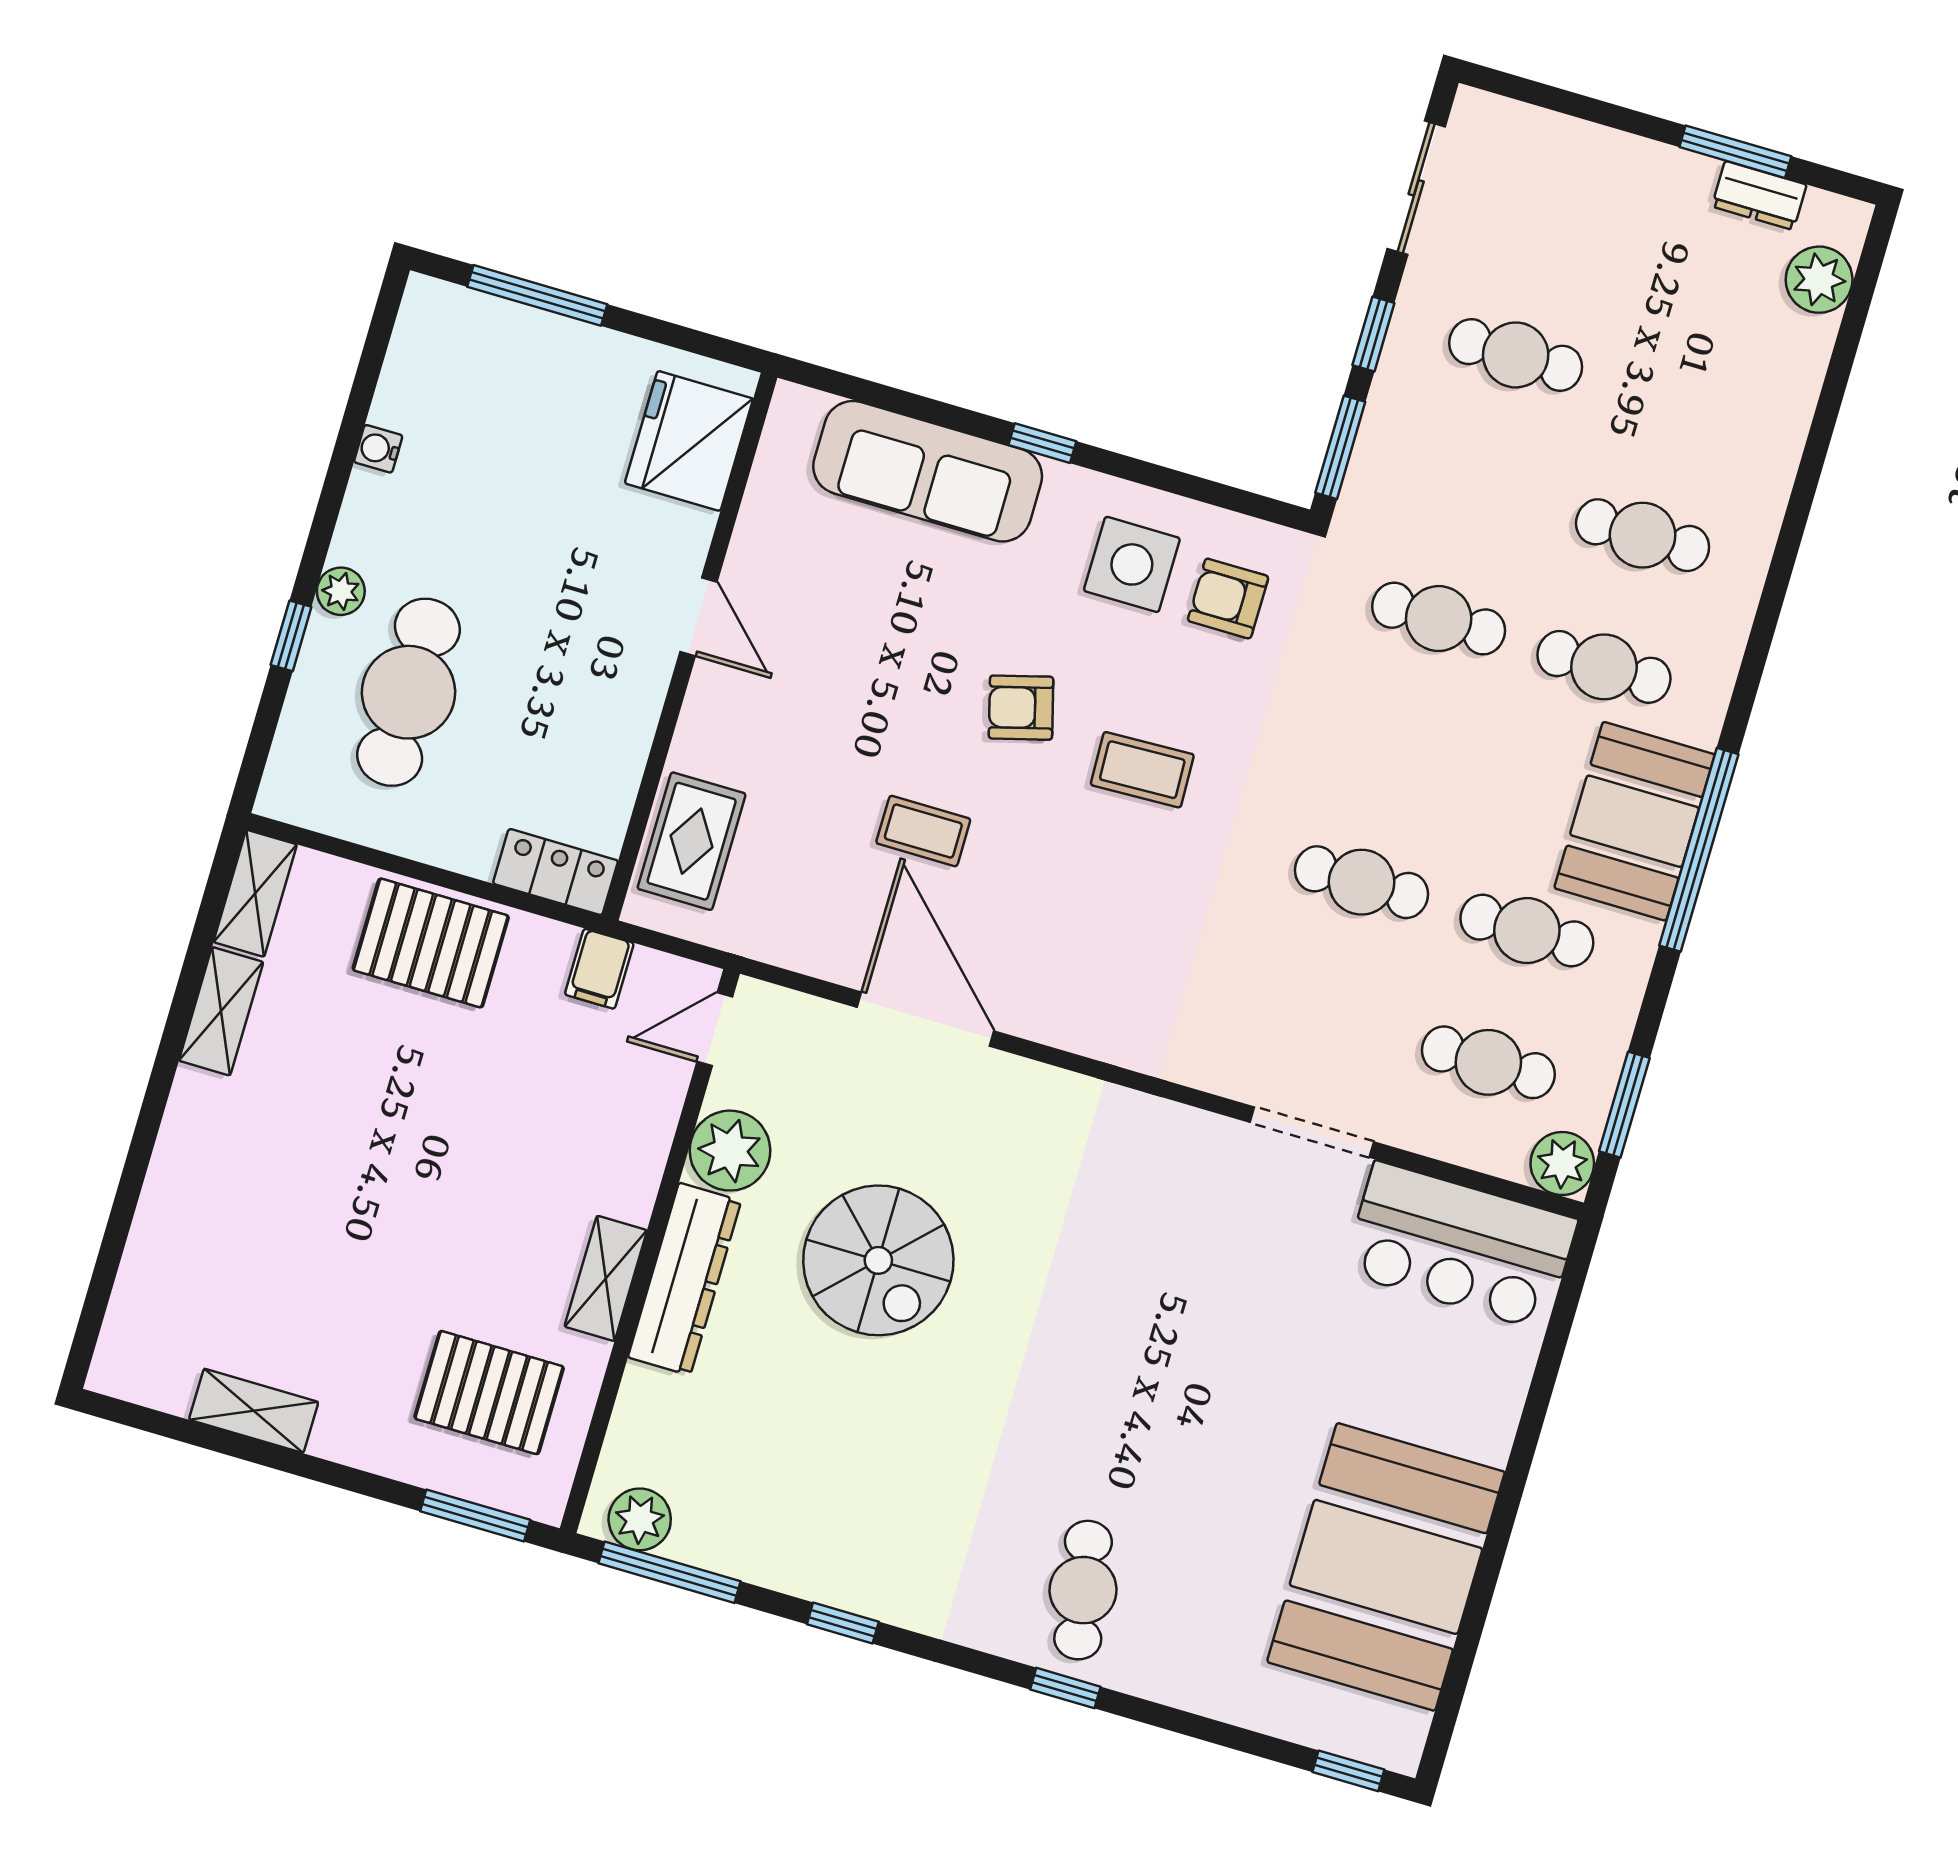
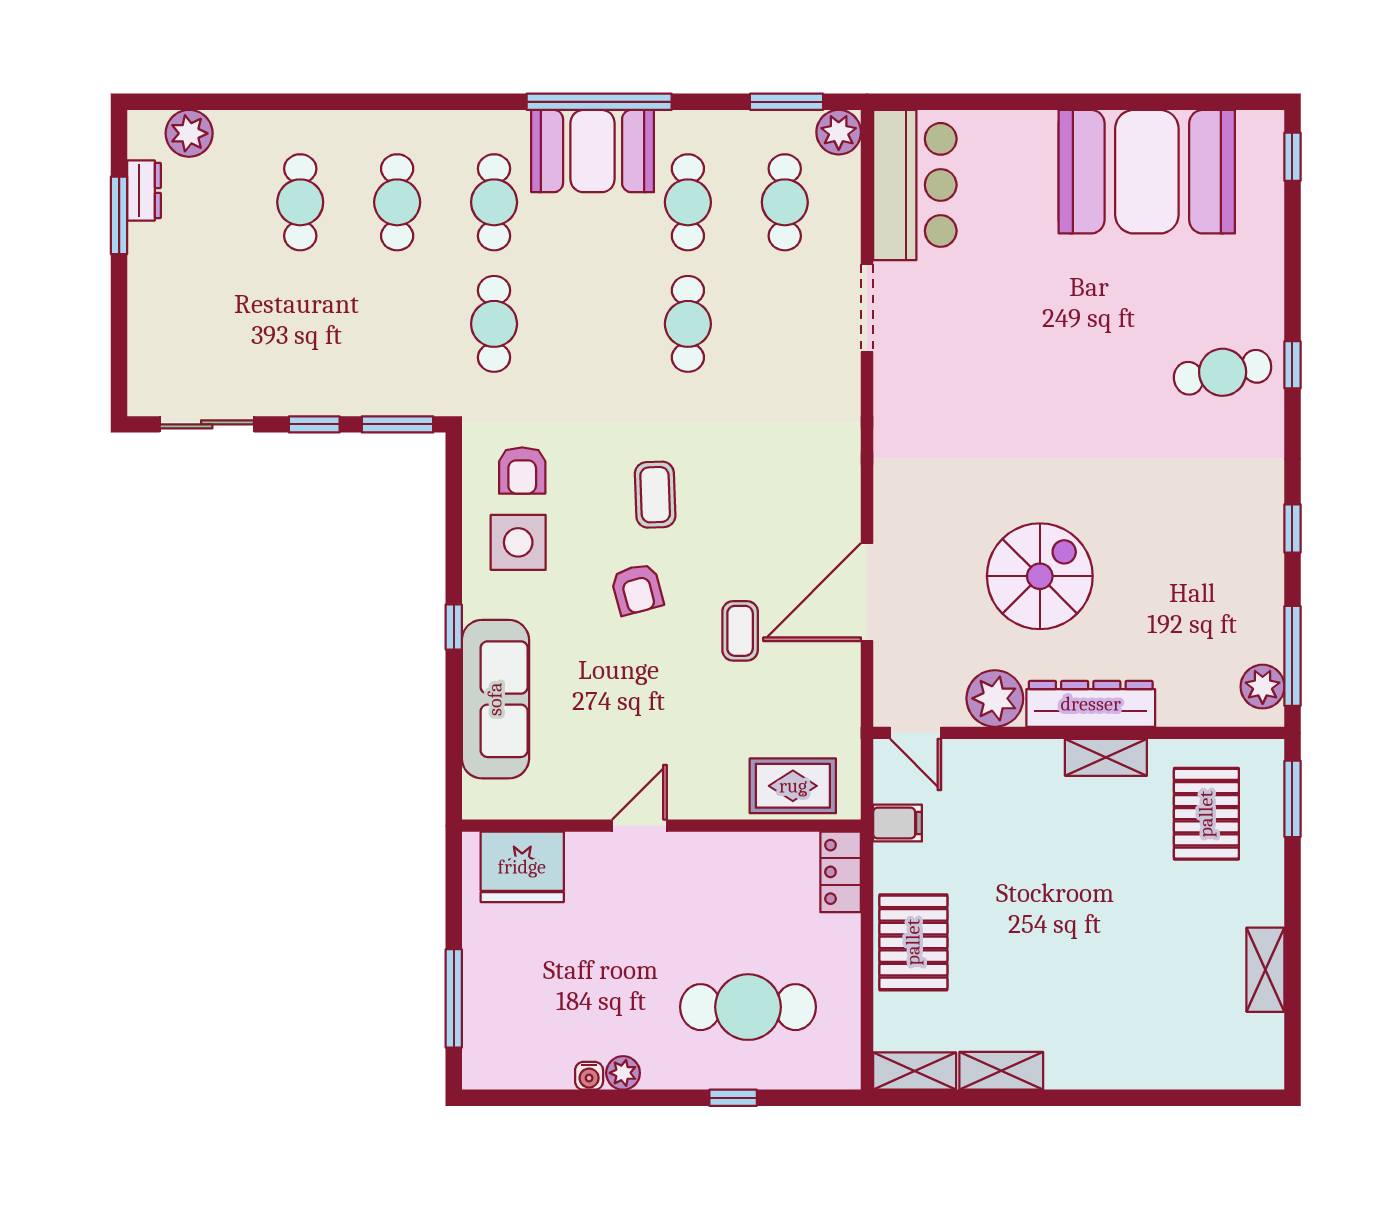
cafe table: (1516, 355) -> (300, 202), moved
plant: (341, 591) -> (623, 1073), moved

